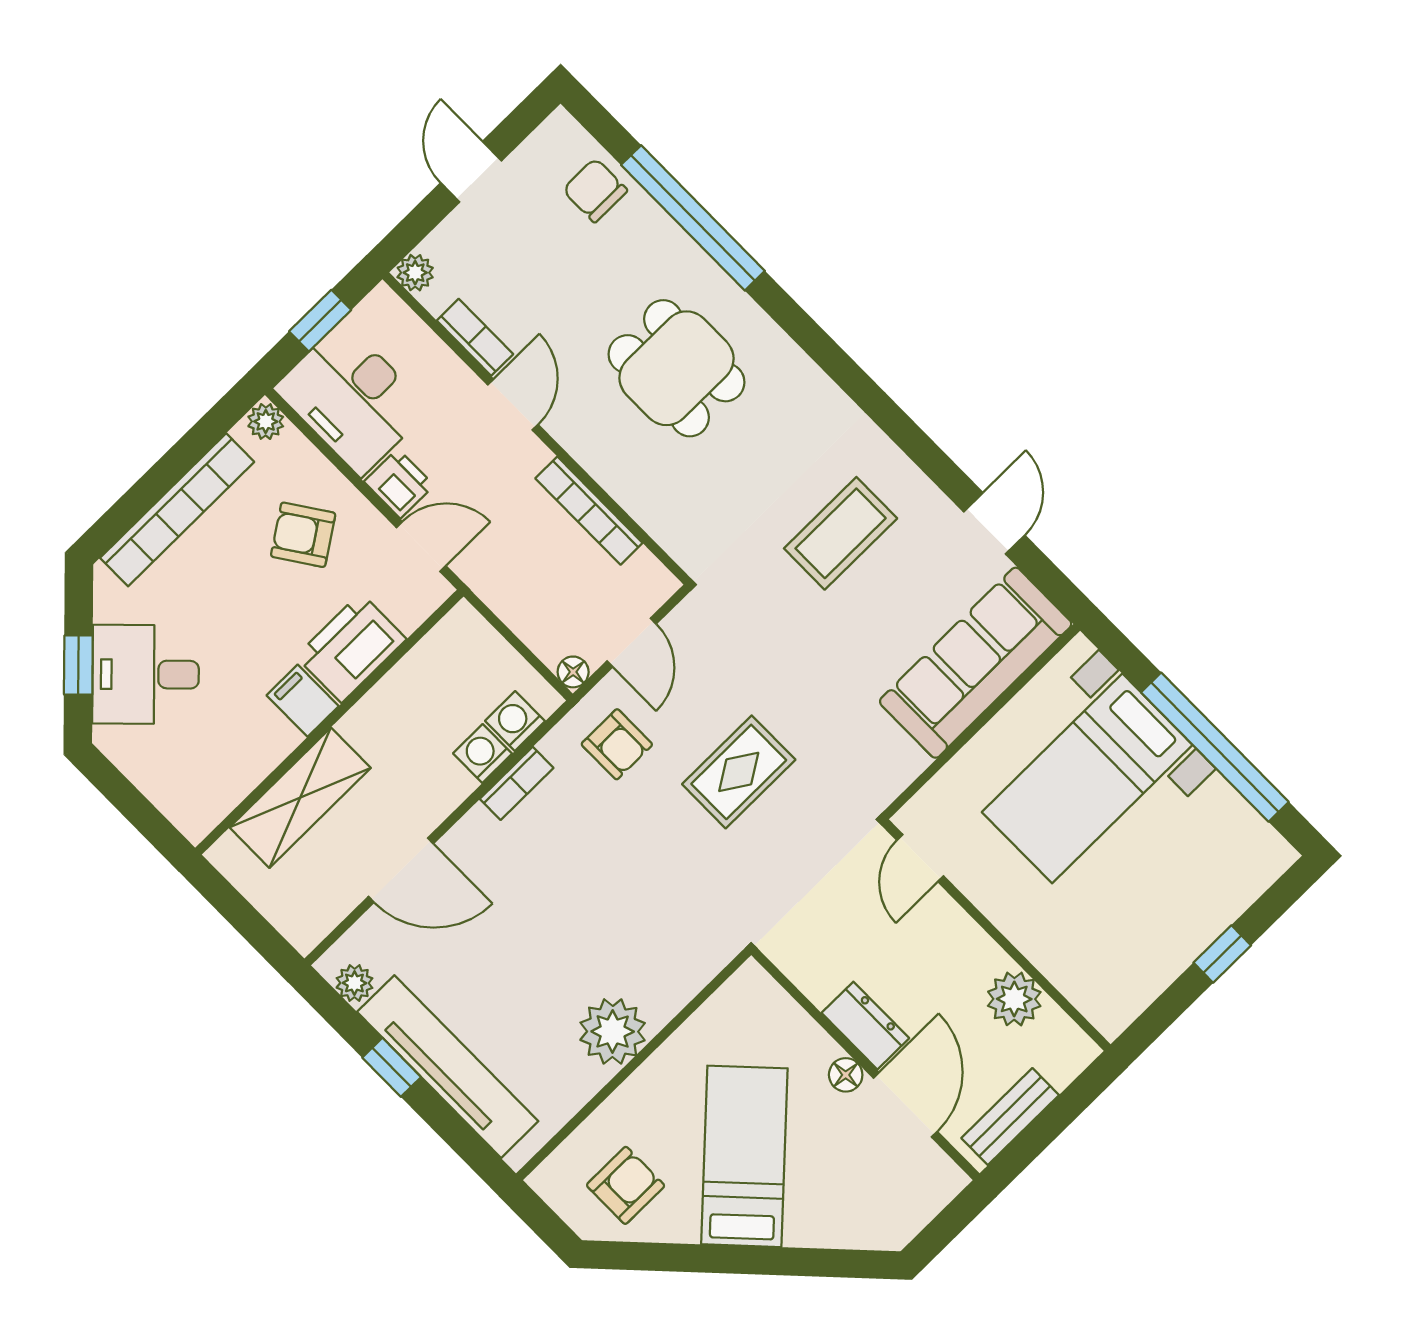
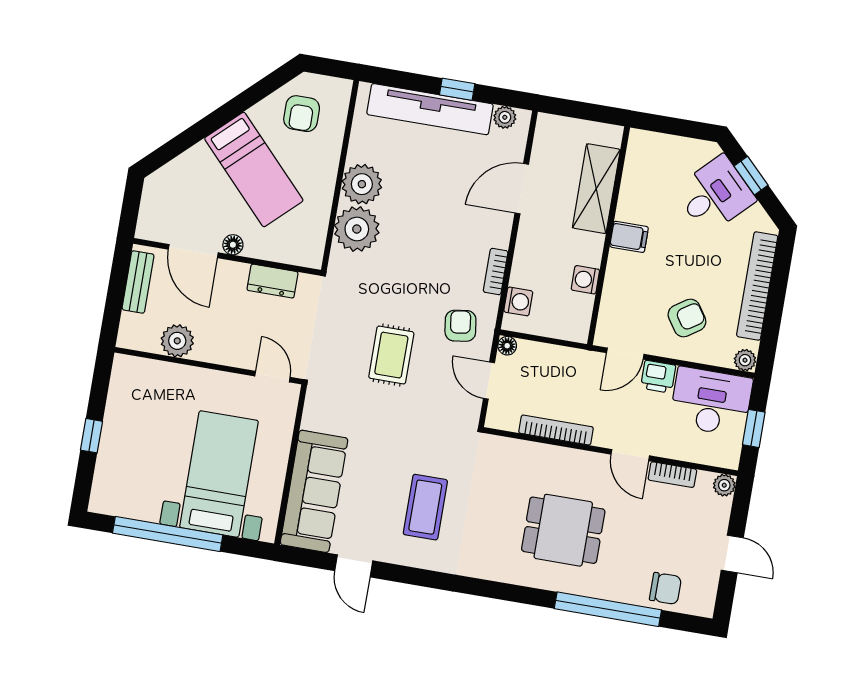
printer: (351, 648) -> (624, 280), removed
armchair: (617, 744) -> (460, 326), turned 82
washing machine: (483, 754) -> (585, 280), moved, turned 180
plant: (663, 976) -> (357, 229), added
dresser: (865, 1026) -> (273, 281), moved

